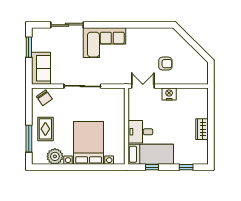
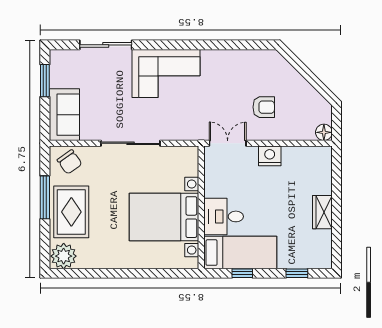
floor lamp: (203, 79) -> (324, 132), added
rug: (45, 129) -> (71, 212), width x1.36, depth x1.43
window: (29, 139) -> (45, 197), moved
bed with nightstands: (89, 143) -> (164, 217), moved, turned -90
plant: (55, 156) -> (64, 256), moved

